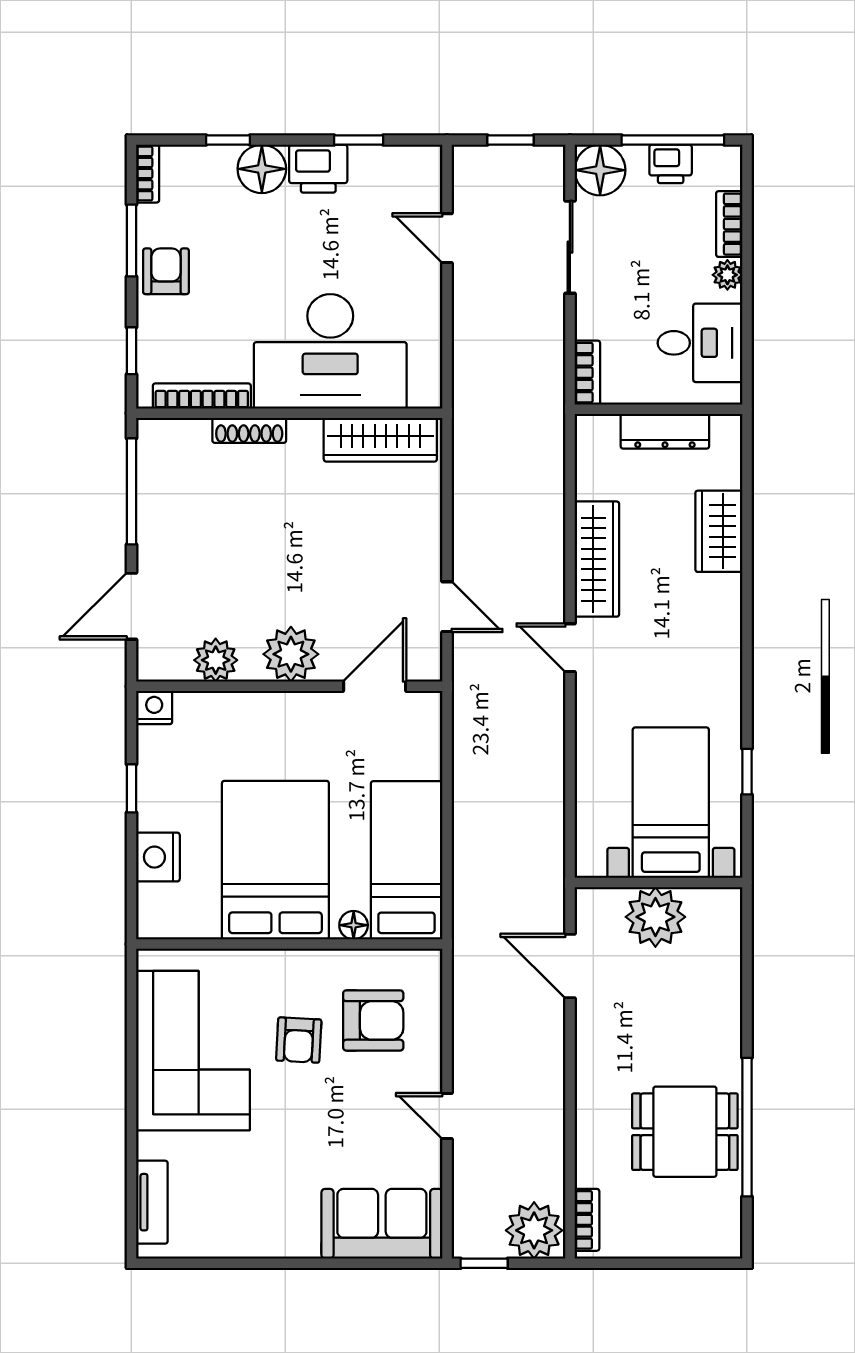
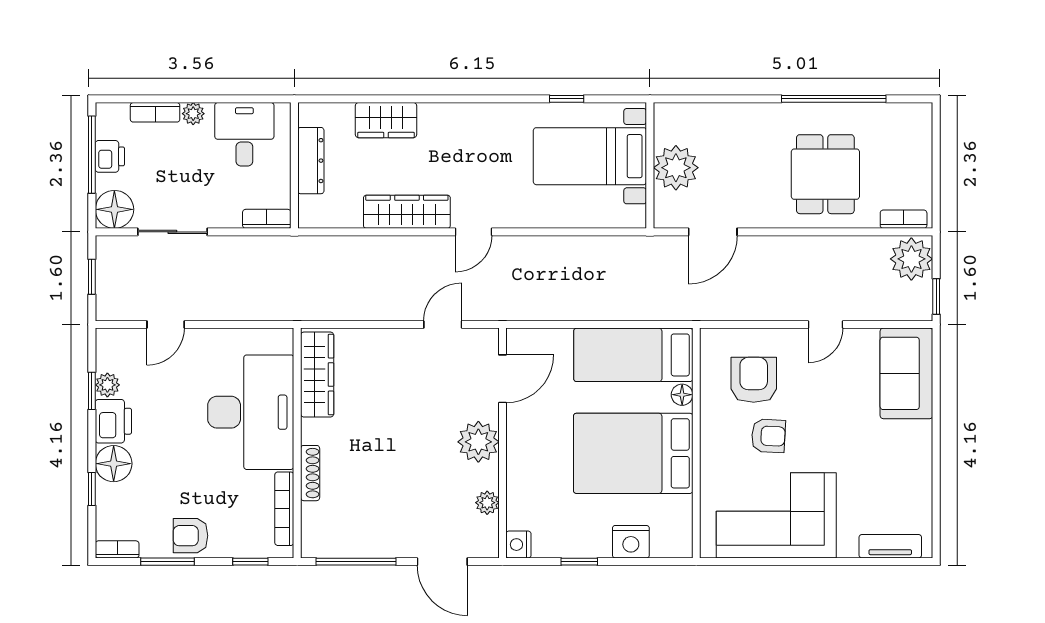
plant: (366, 161) -> (107, 385), added
plant: (216, 660) -> (487, 503), width x0.73, depth x0.73
door: (375, 686) -> (502, 379), swing flipped
dining table: (685, 1132) -> (825, 174), moved

